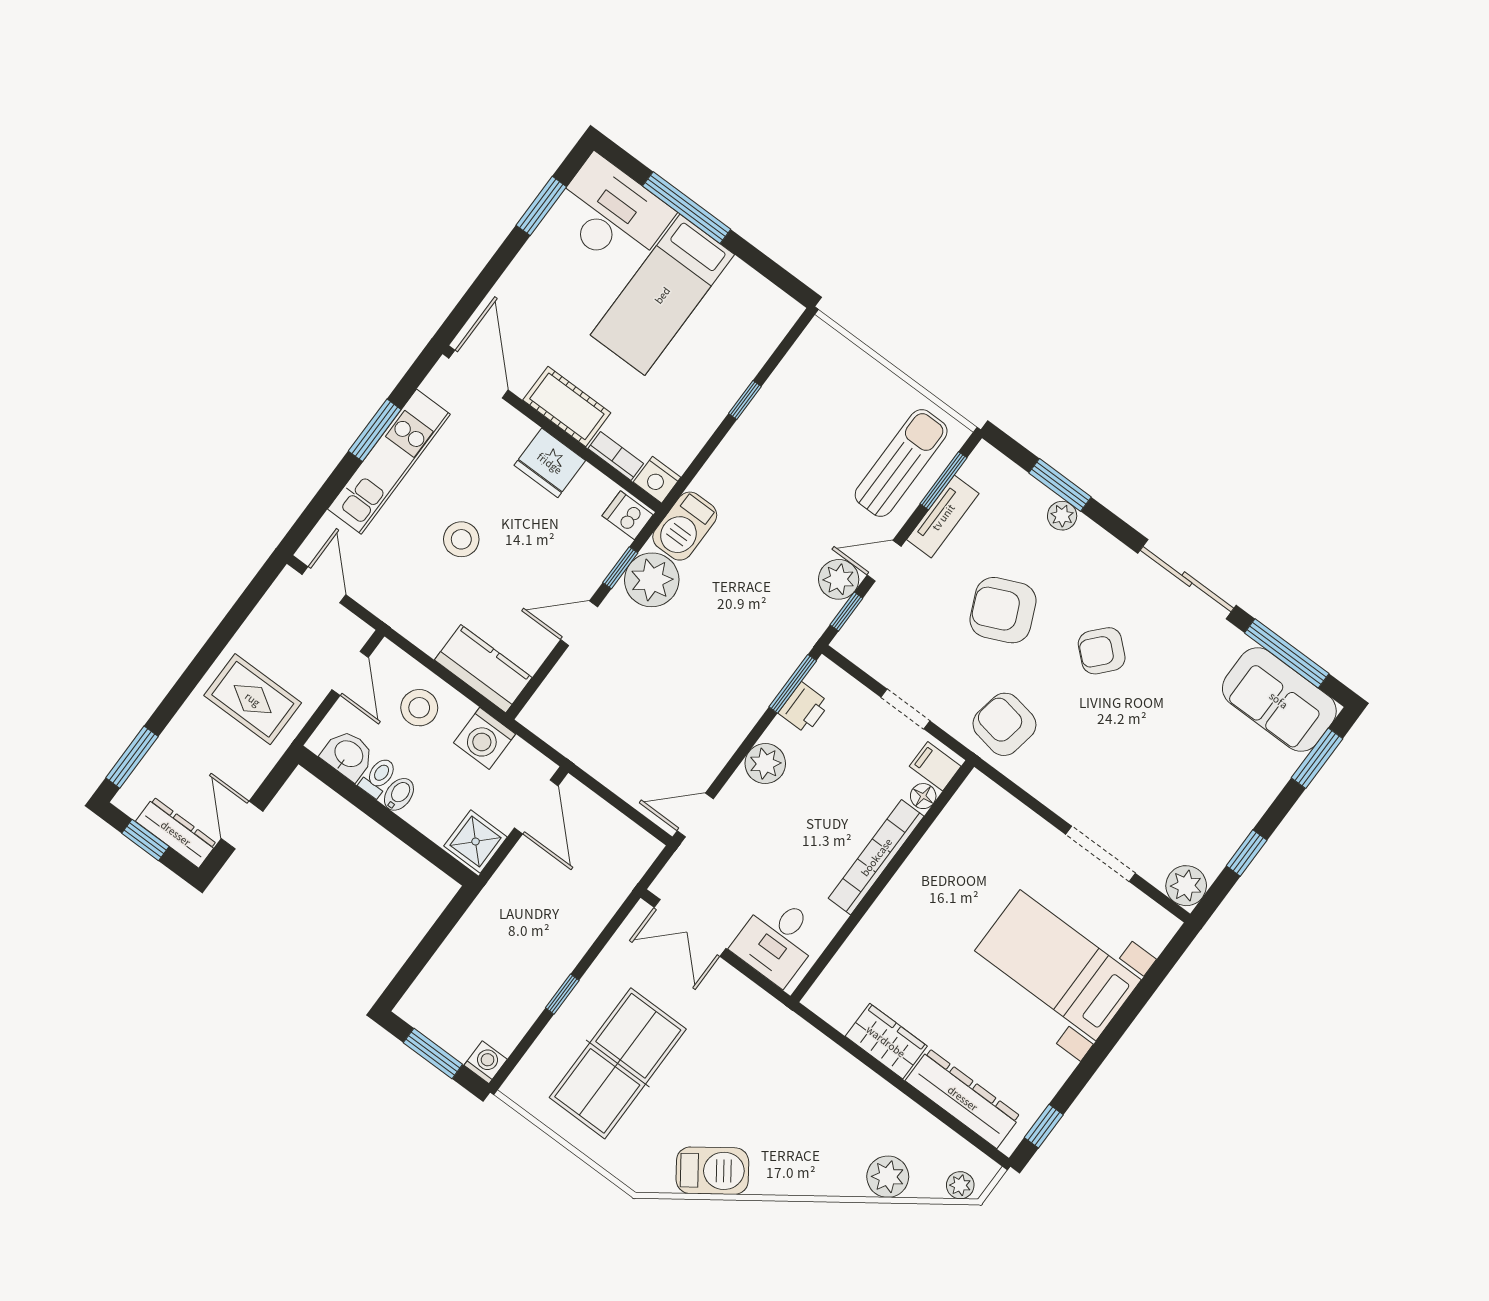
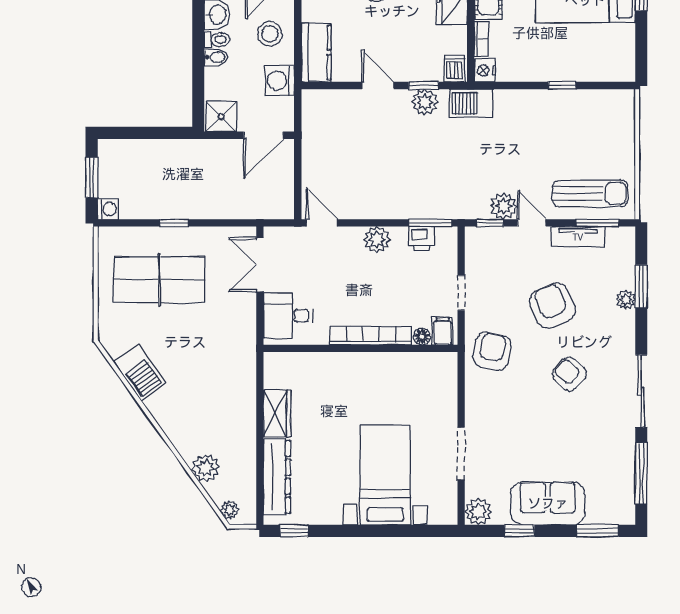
plant: (652, 580) -> (425, 102), width x0.73, depth x0.73
sofa: (1279, 700) -> (548, 503), moved, turned 90

